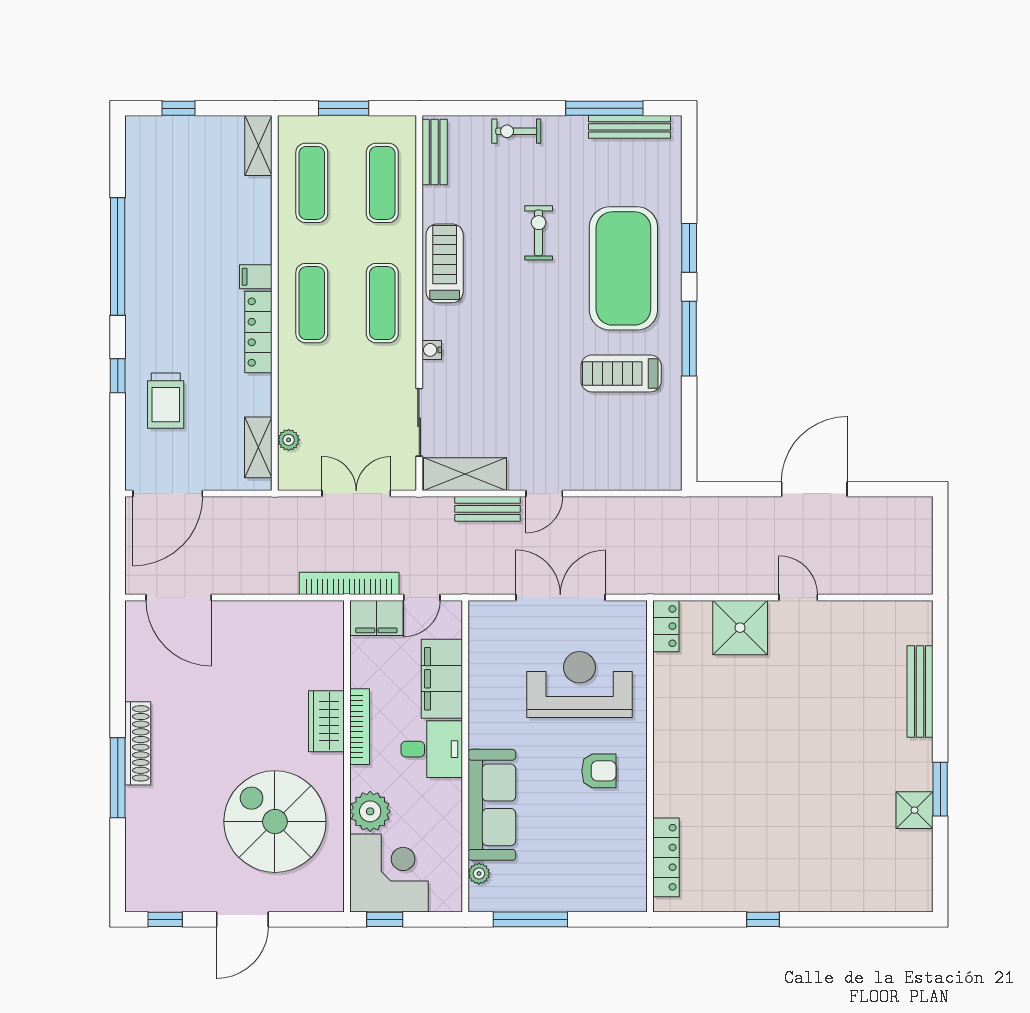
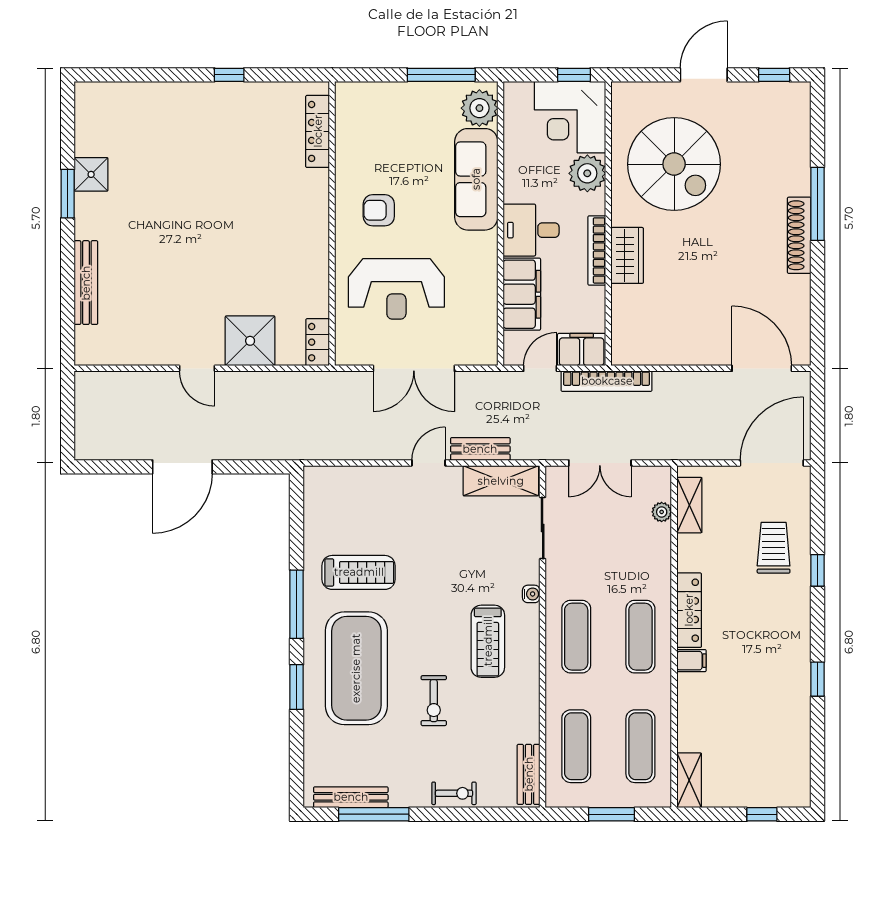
window: (118, 256) -> (818, 679), width x0.32
treadmill: (445, 263) -> (488, 641), moved
plant: (479, 874) -> (479, 108), width x1.87, depth x1.87

